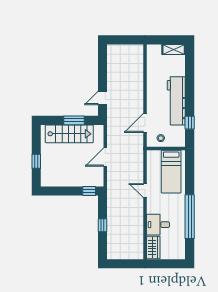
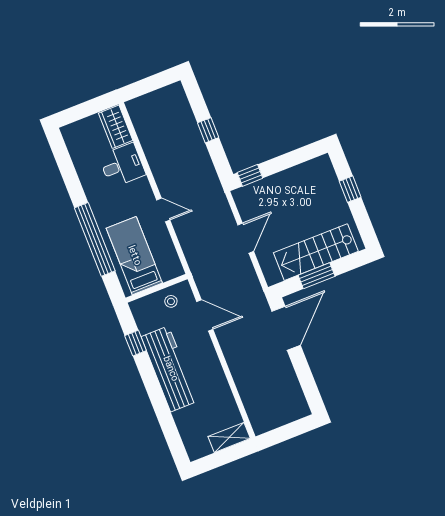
shelving: (174, 50) -> (229, 437), moved
door: (102, 98) -> (286, 328), width x1.87
door: (145, 123) -> (205, 315), hinge flipped
window: (190, 217) -> (95, 239), moved

